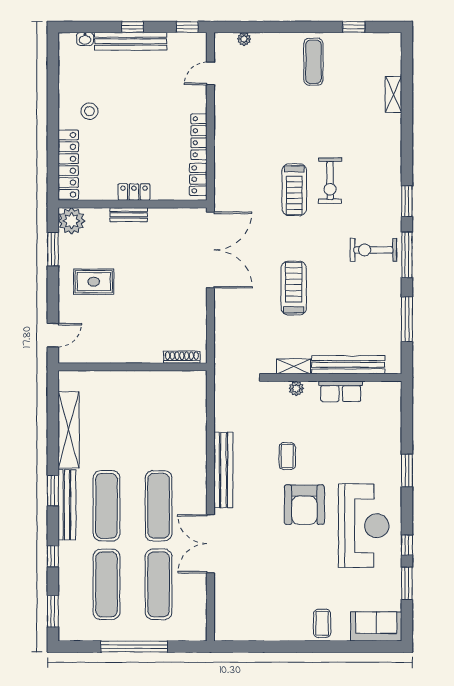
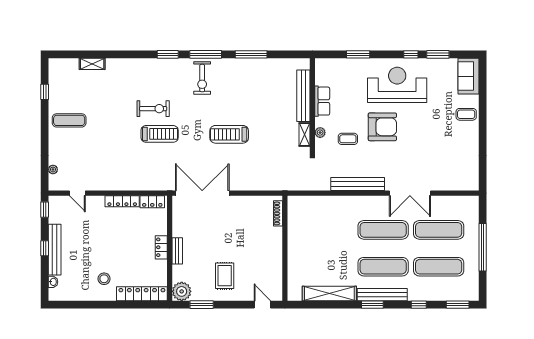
bench: (348, 365) -> (303, 96), moved
shelving: (294, 366) -> (305, 134), moved
wall: (334, 377) -> (312, 106), moved
plant: (296, 388) -> (320, 133), moved
row of seats: (341, 391) -> (322, 101), moved

